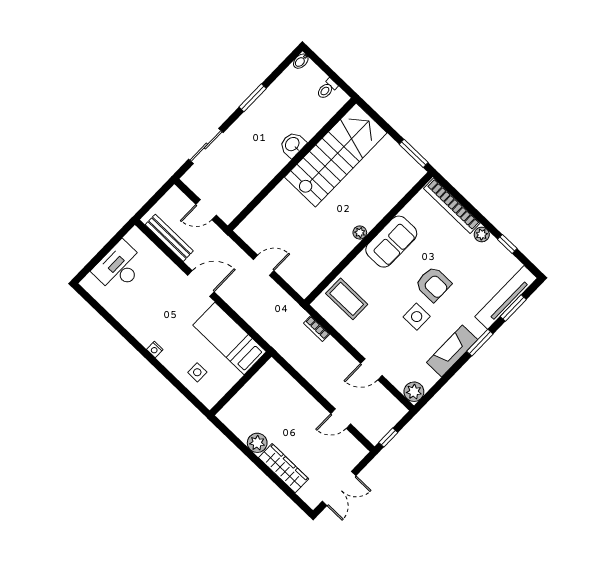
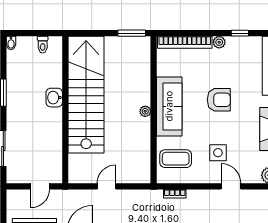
stairs: (336, 155) -> (86, 95), width x1.36
sofa: (391, 242) -> (169, 106), width x1.36
side table: (417, 317) -> (218, 153), moved
door: (371, 369) -> (231, 186), swing flipped

